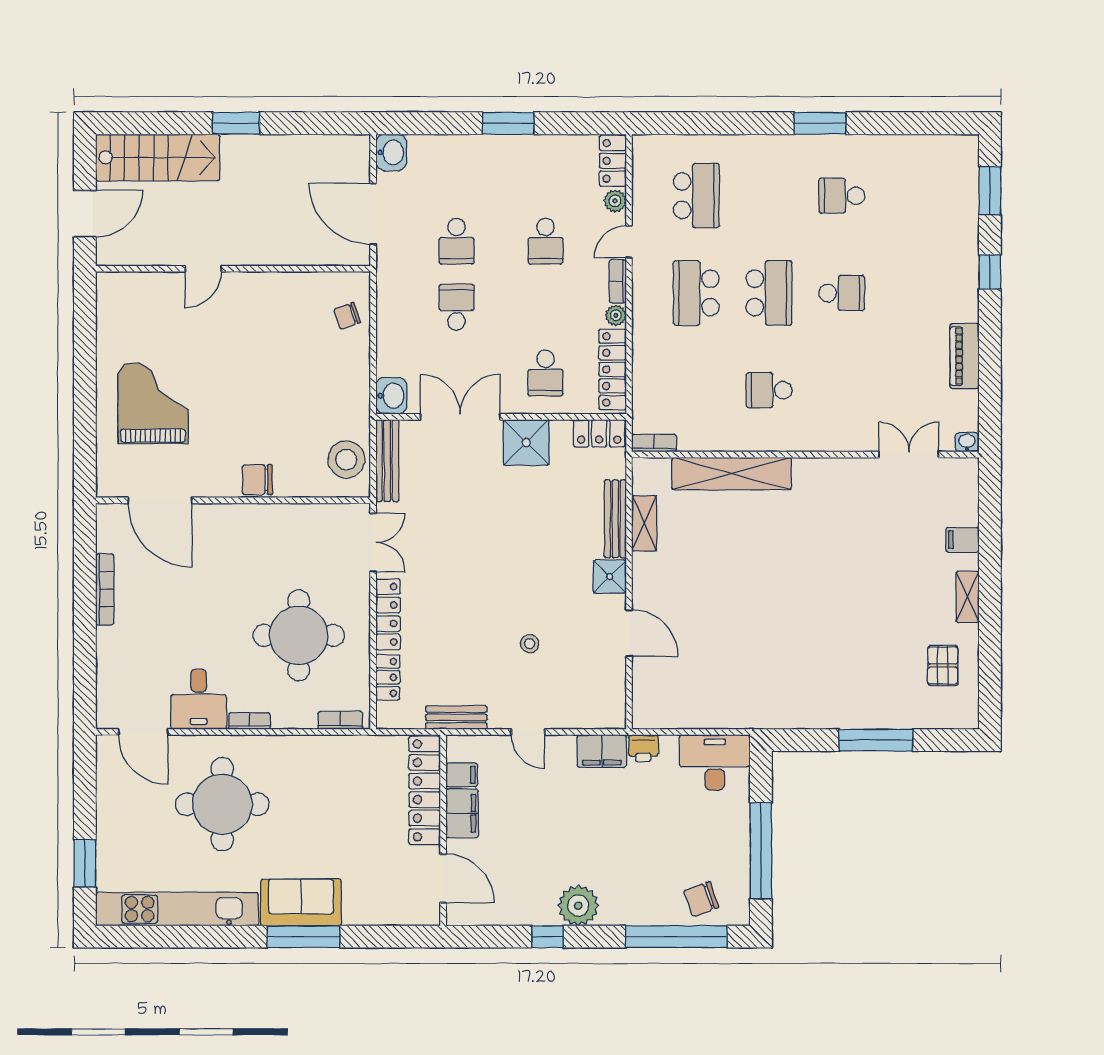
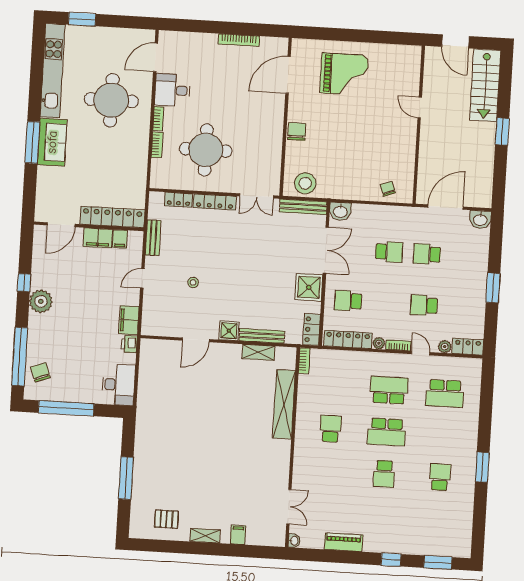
bookcase: (340, 720) -> (157, 145), moved

